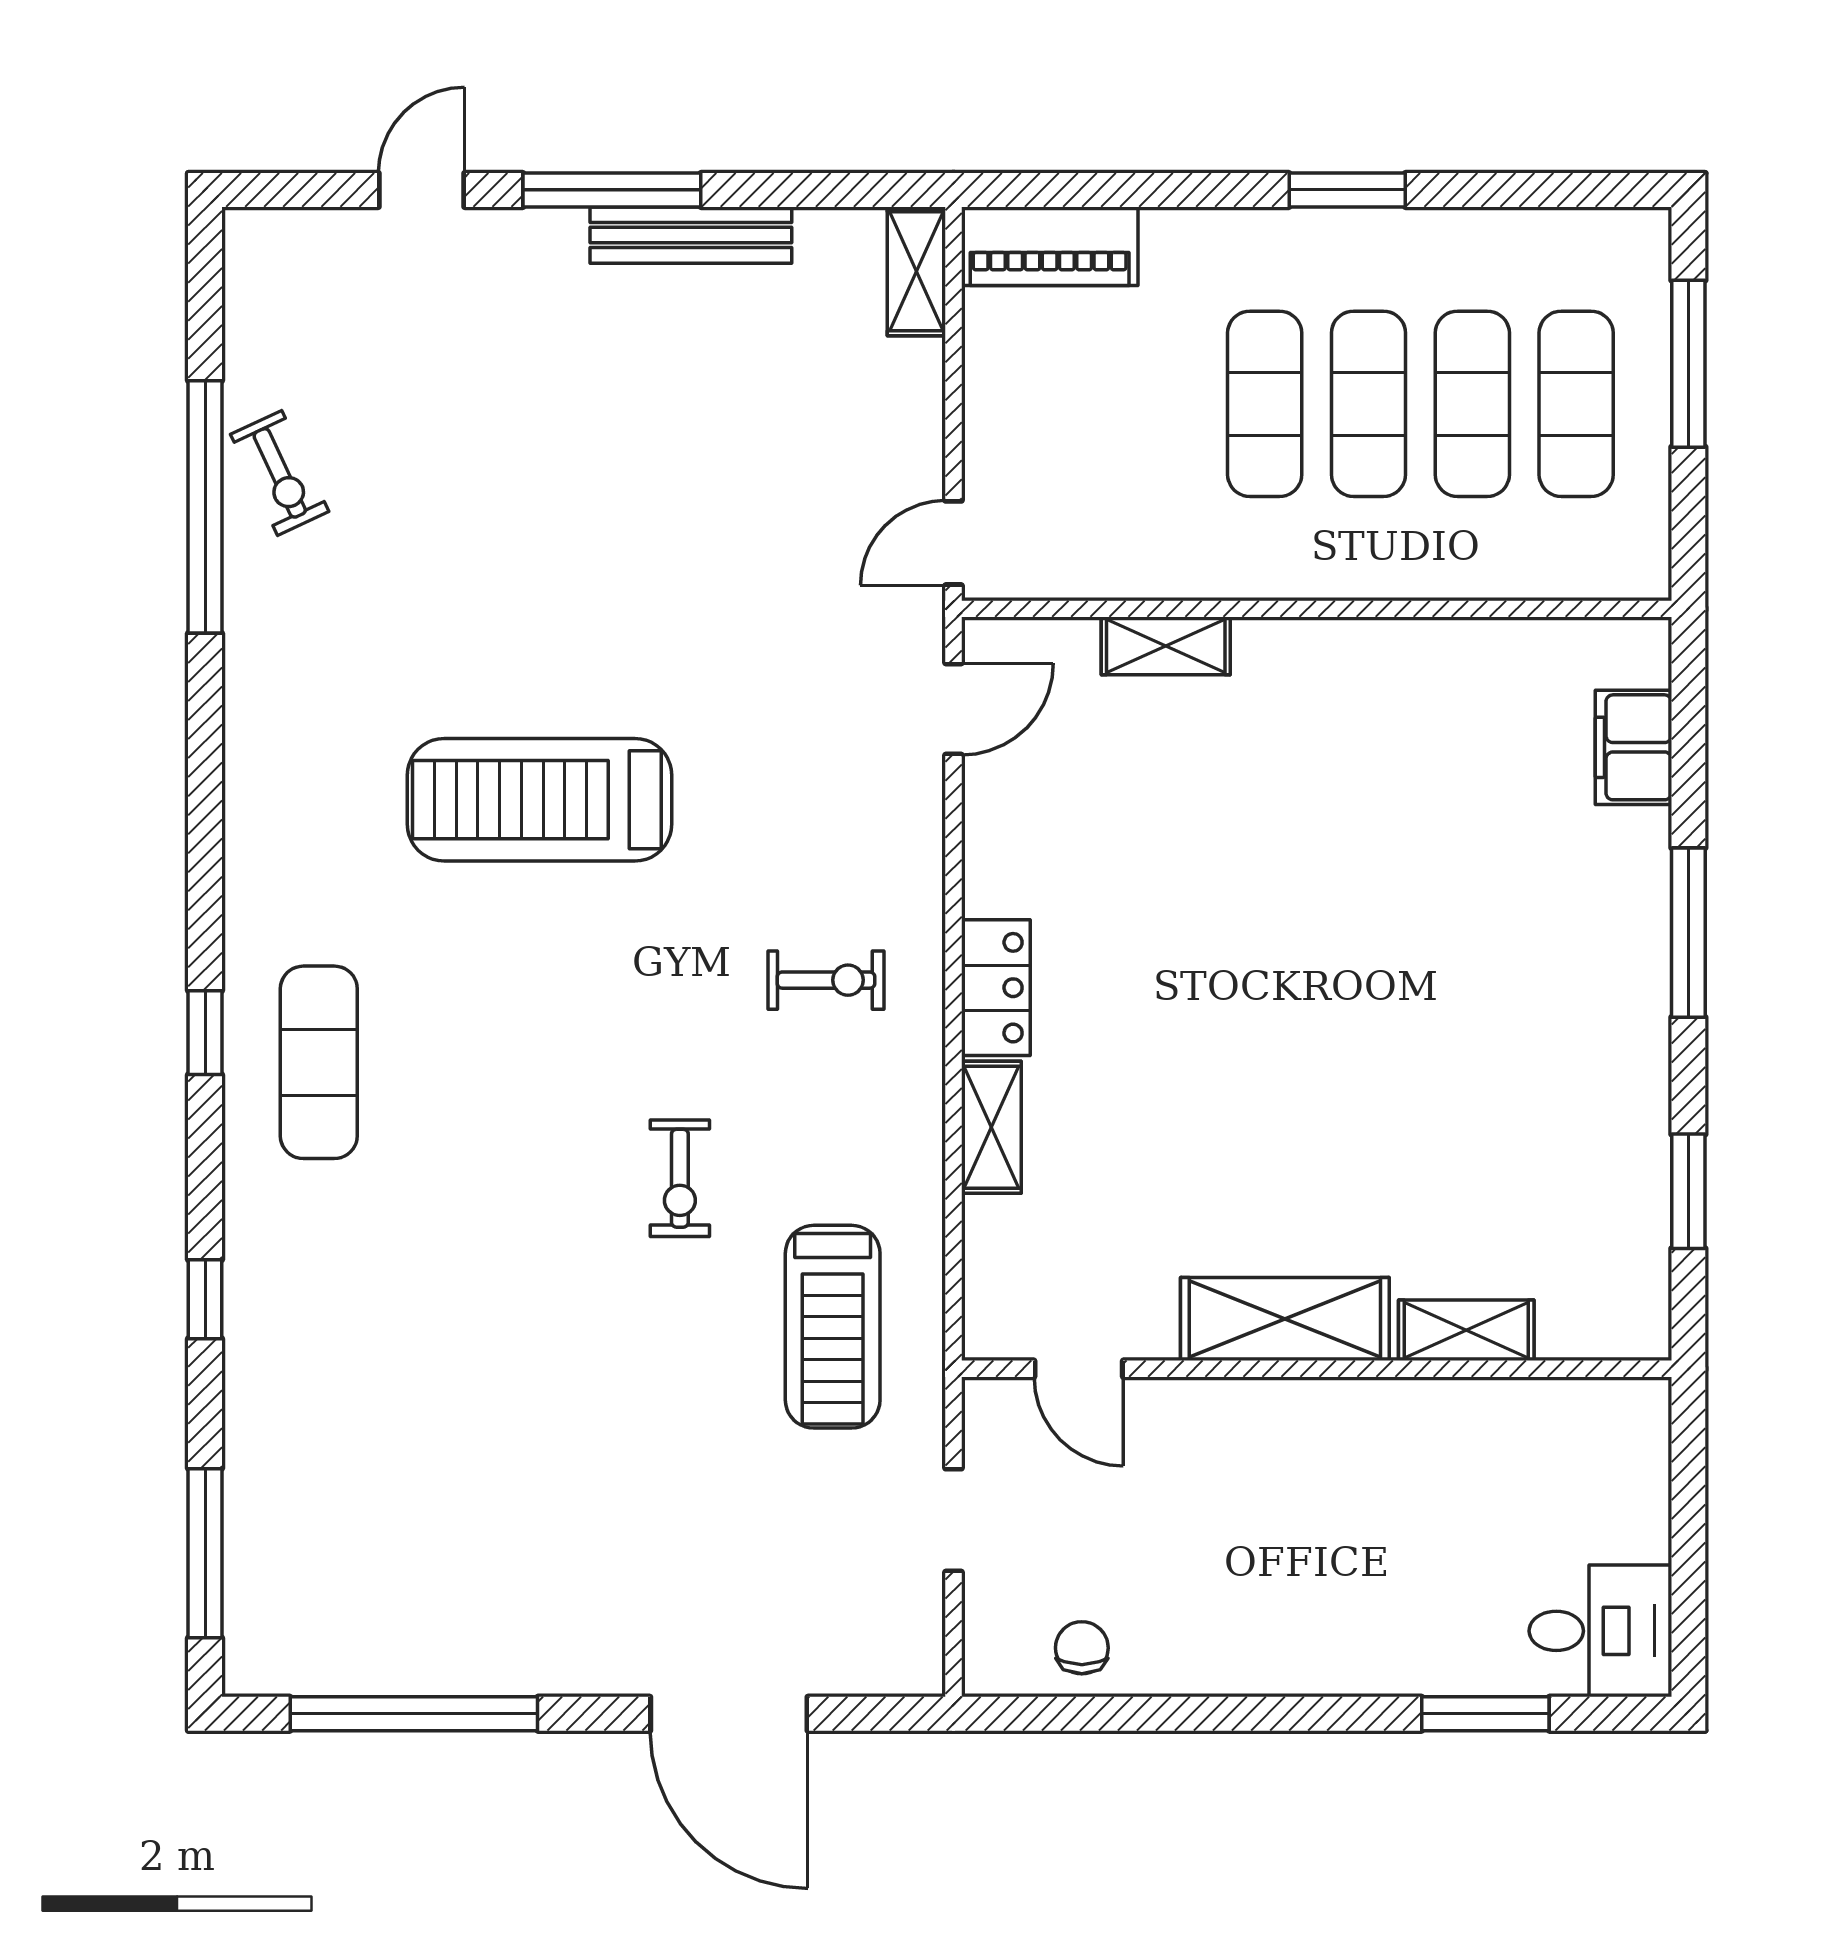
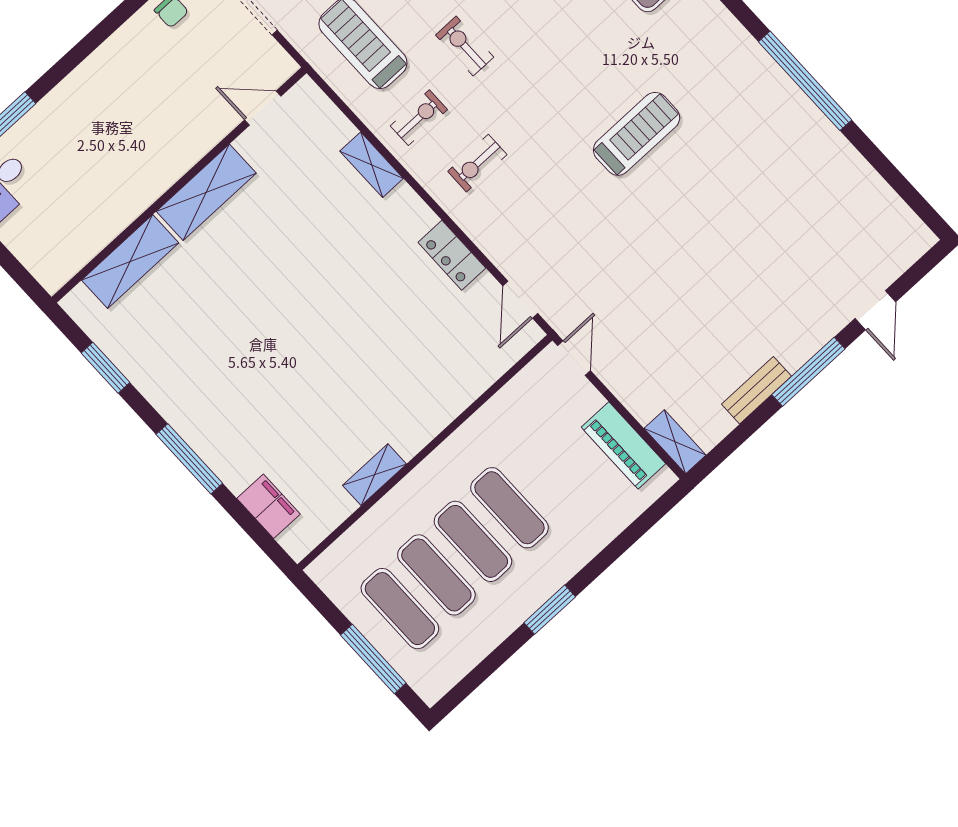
bench: (691, 235) -> (757, 390), width x0.73
piano: (1050, 246) -> (623, 445), moved, turned -90
exercise bike: (280, 473) -> (419, 118), moved, turned 115
window: (205, 507) -> (805, 81), moved
shelving: (1166, 646) -> (374, 475), moved
treadmill: (540, 800) -> (637, 134), width x0.73, depth x0.73
locker: (996, 988) -> (452, 255), moved
shelving: (1466, 1330) -> (130, 262), width x1.50, depth x1.33

